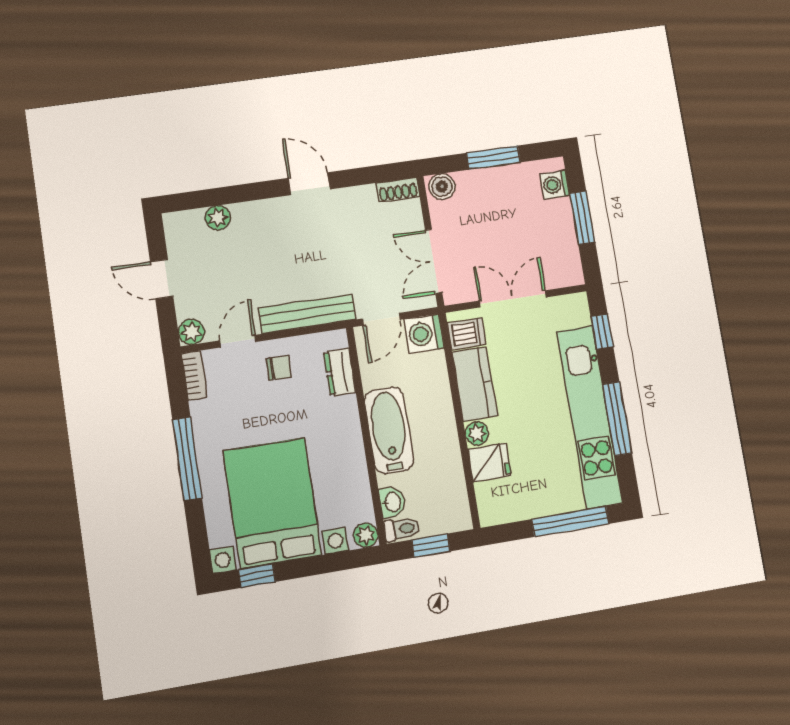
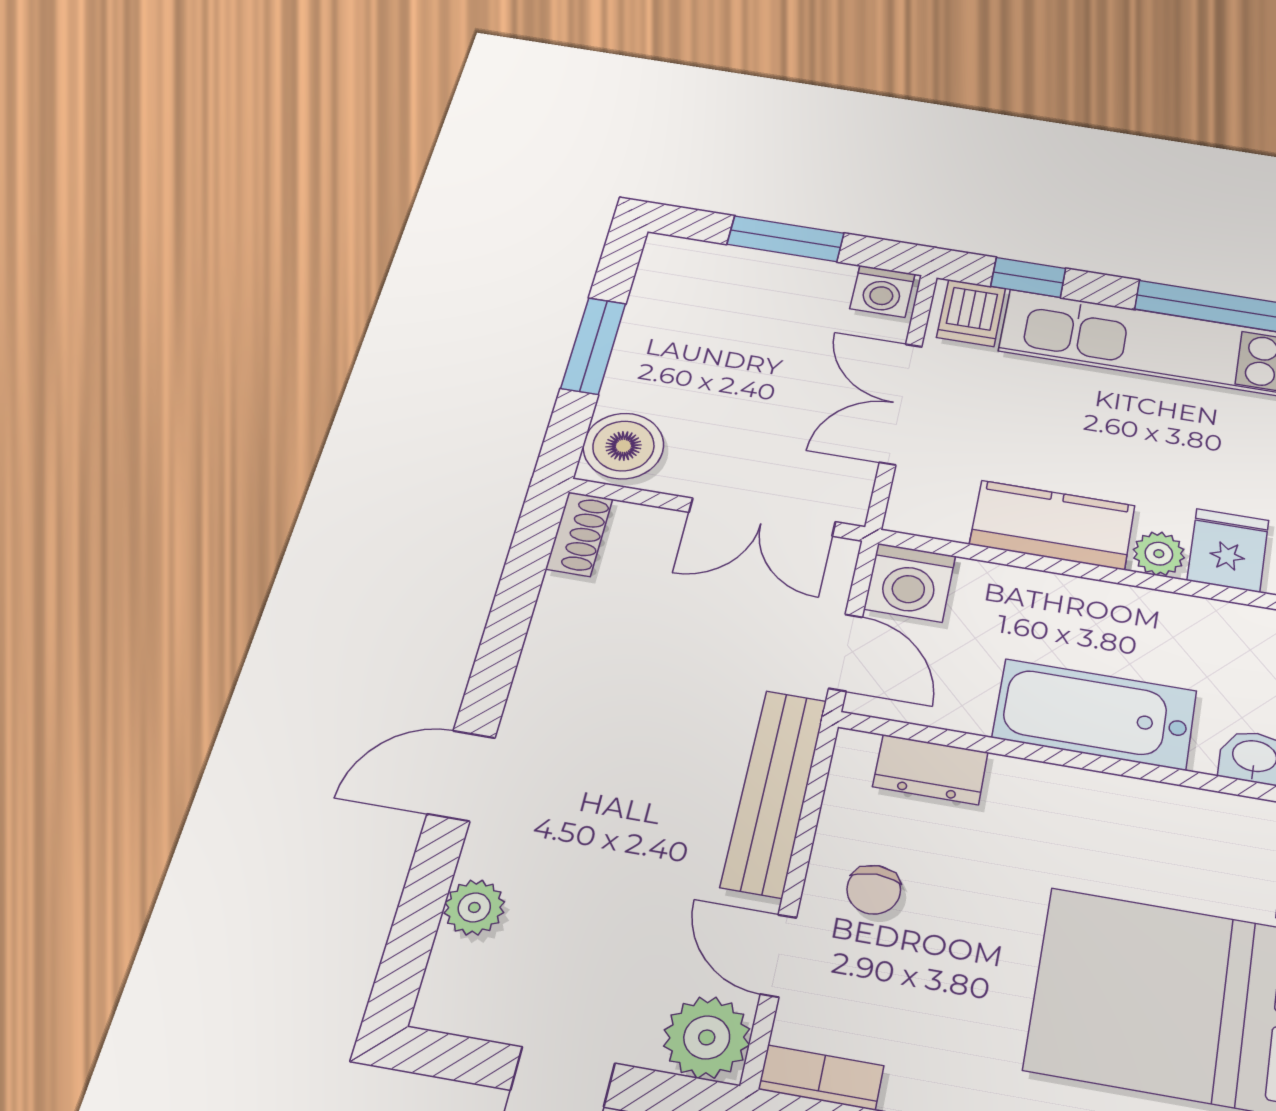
door: (309, 184) -> (461, 776), moved
washing machine: (555, 185) -> (882, 291), moved
boiler: (442, 187) -> (623, 446), width x1.36, depth x1.36
plant: (191, 332) -> (707, 1037), width x1.38, depth x1.38
dishwasher: (467, 334) -> (971, 313), moved, turned 180
chair: (279, 368) -> (874, 890), turned 180

